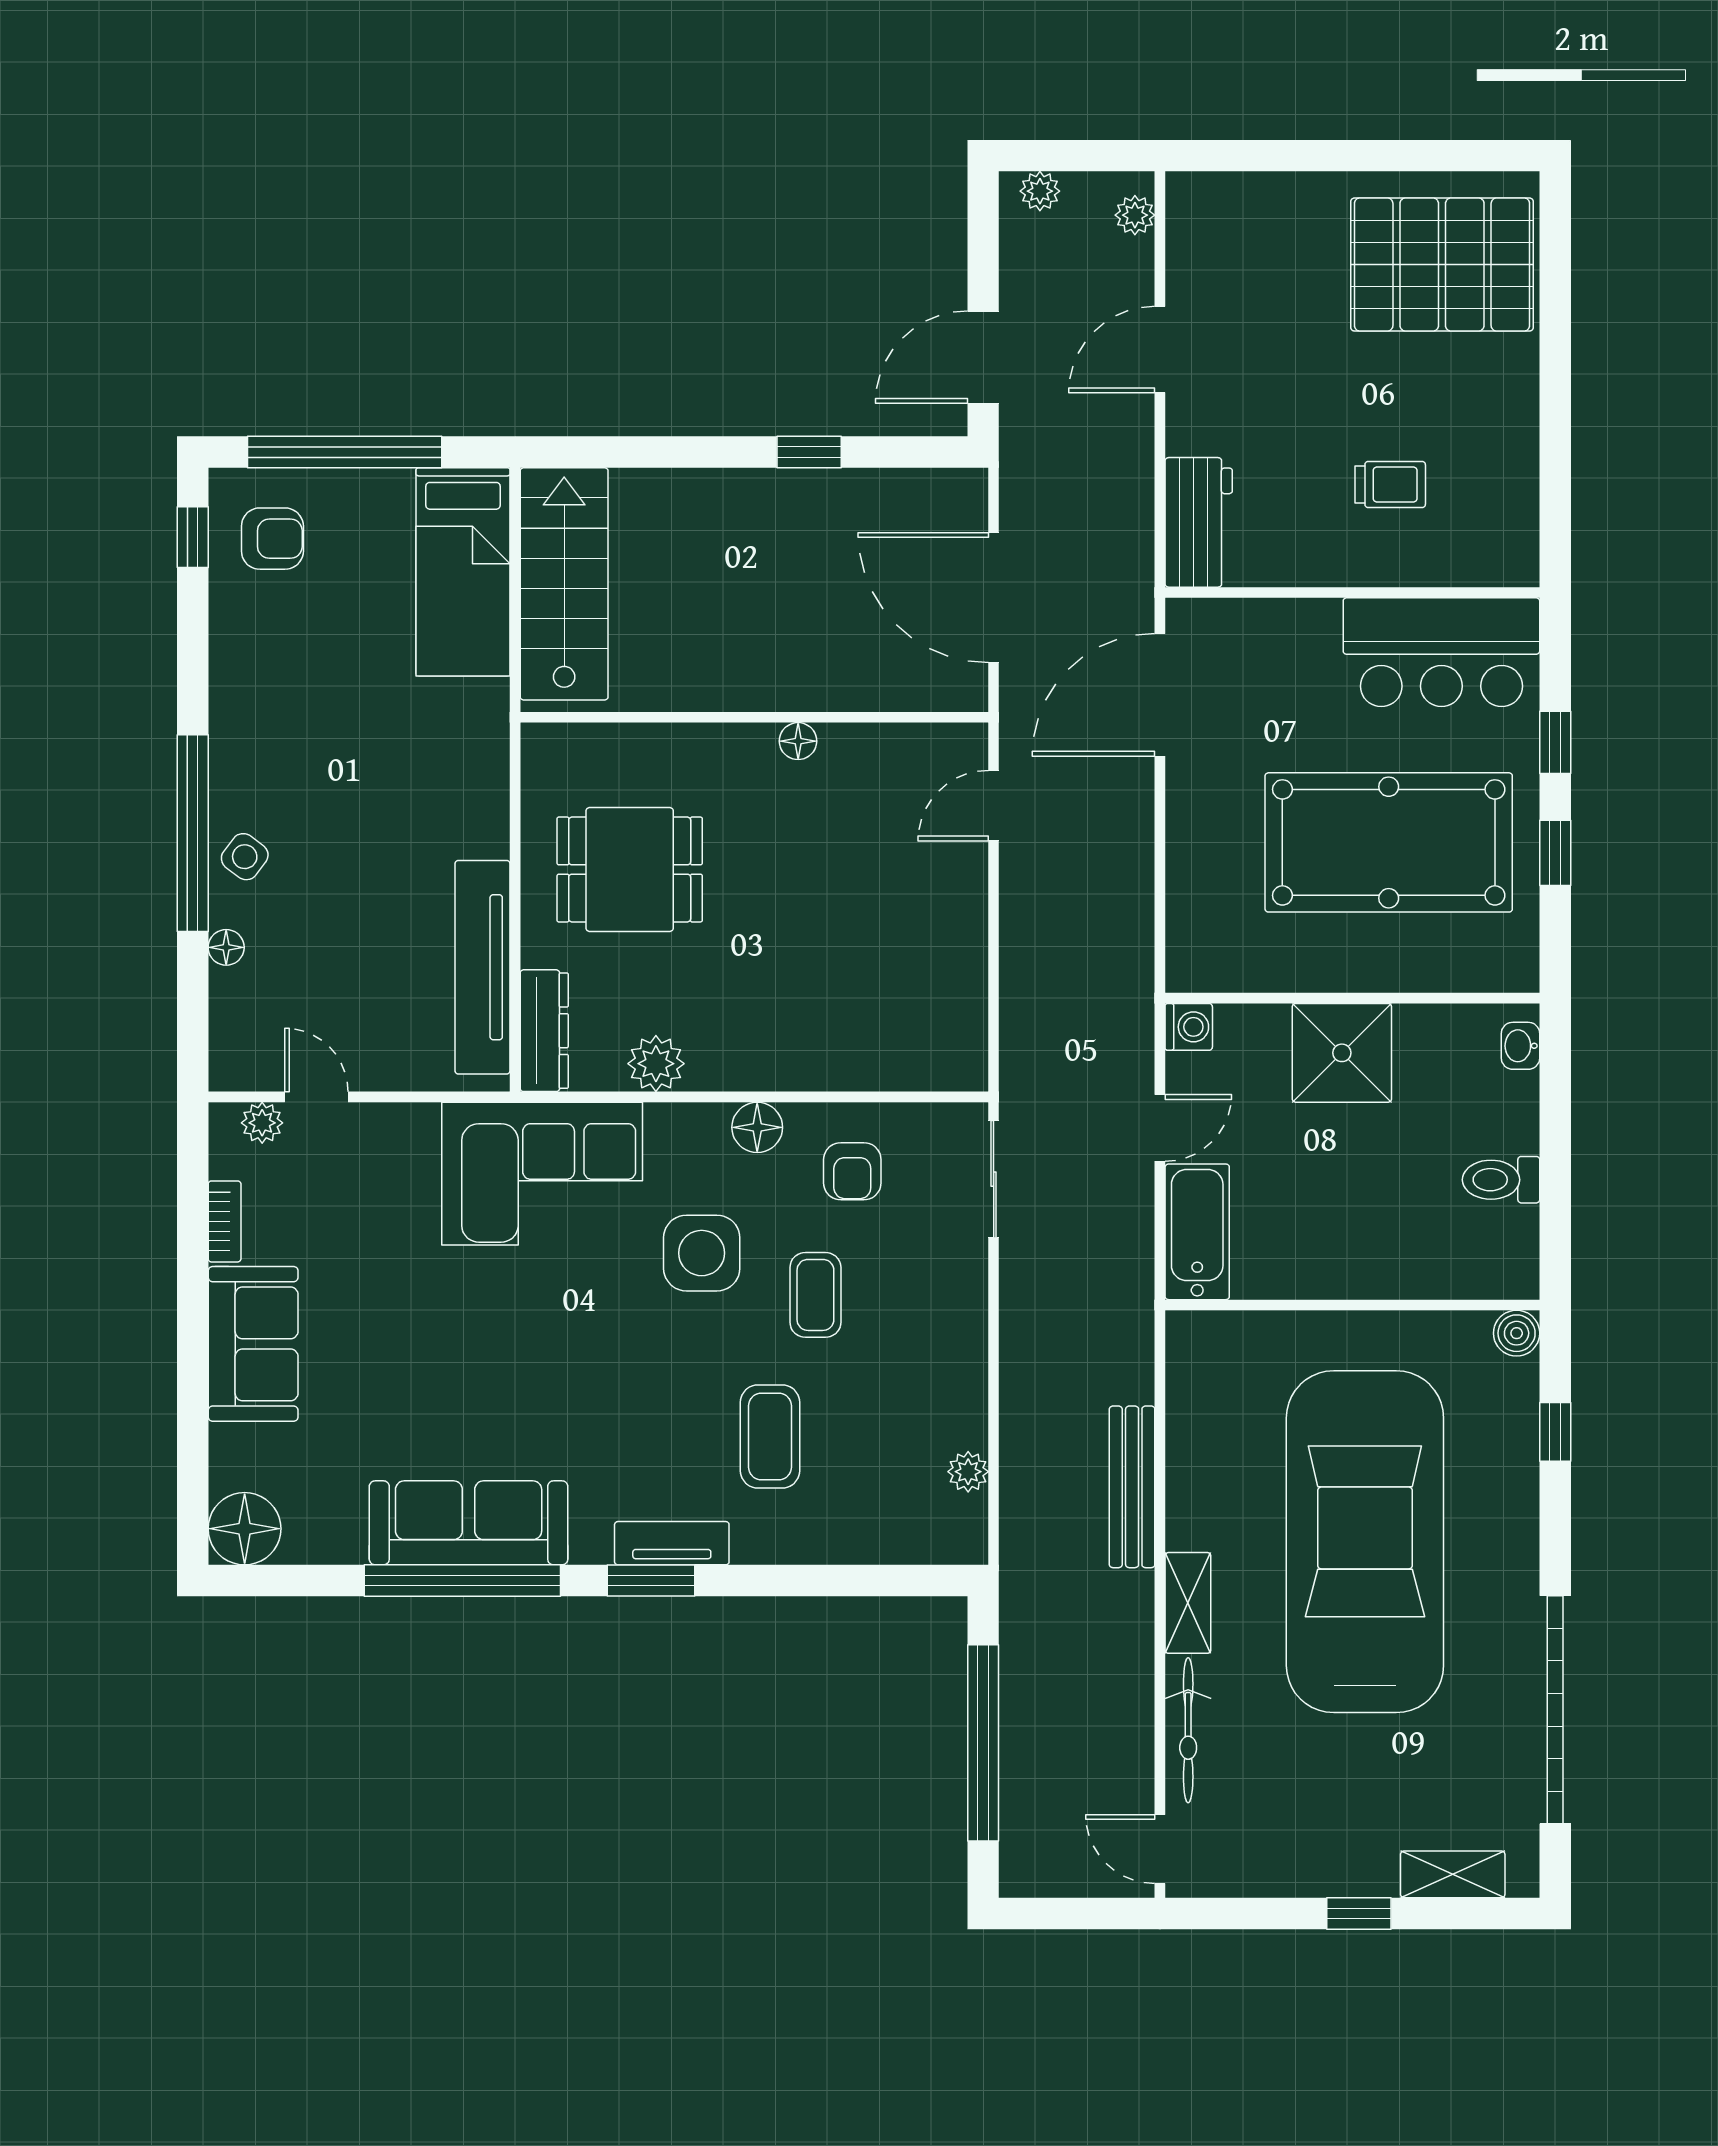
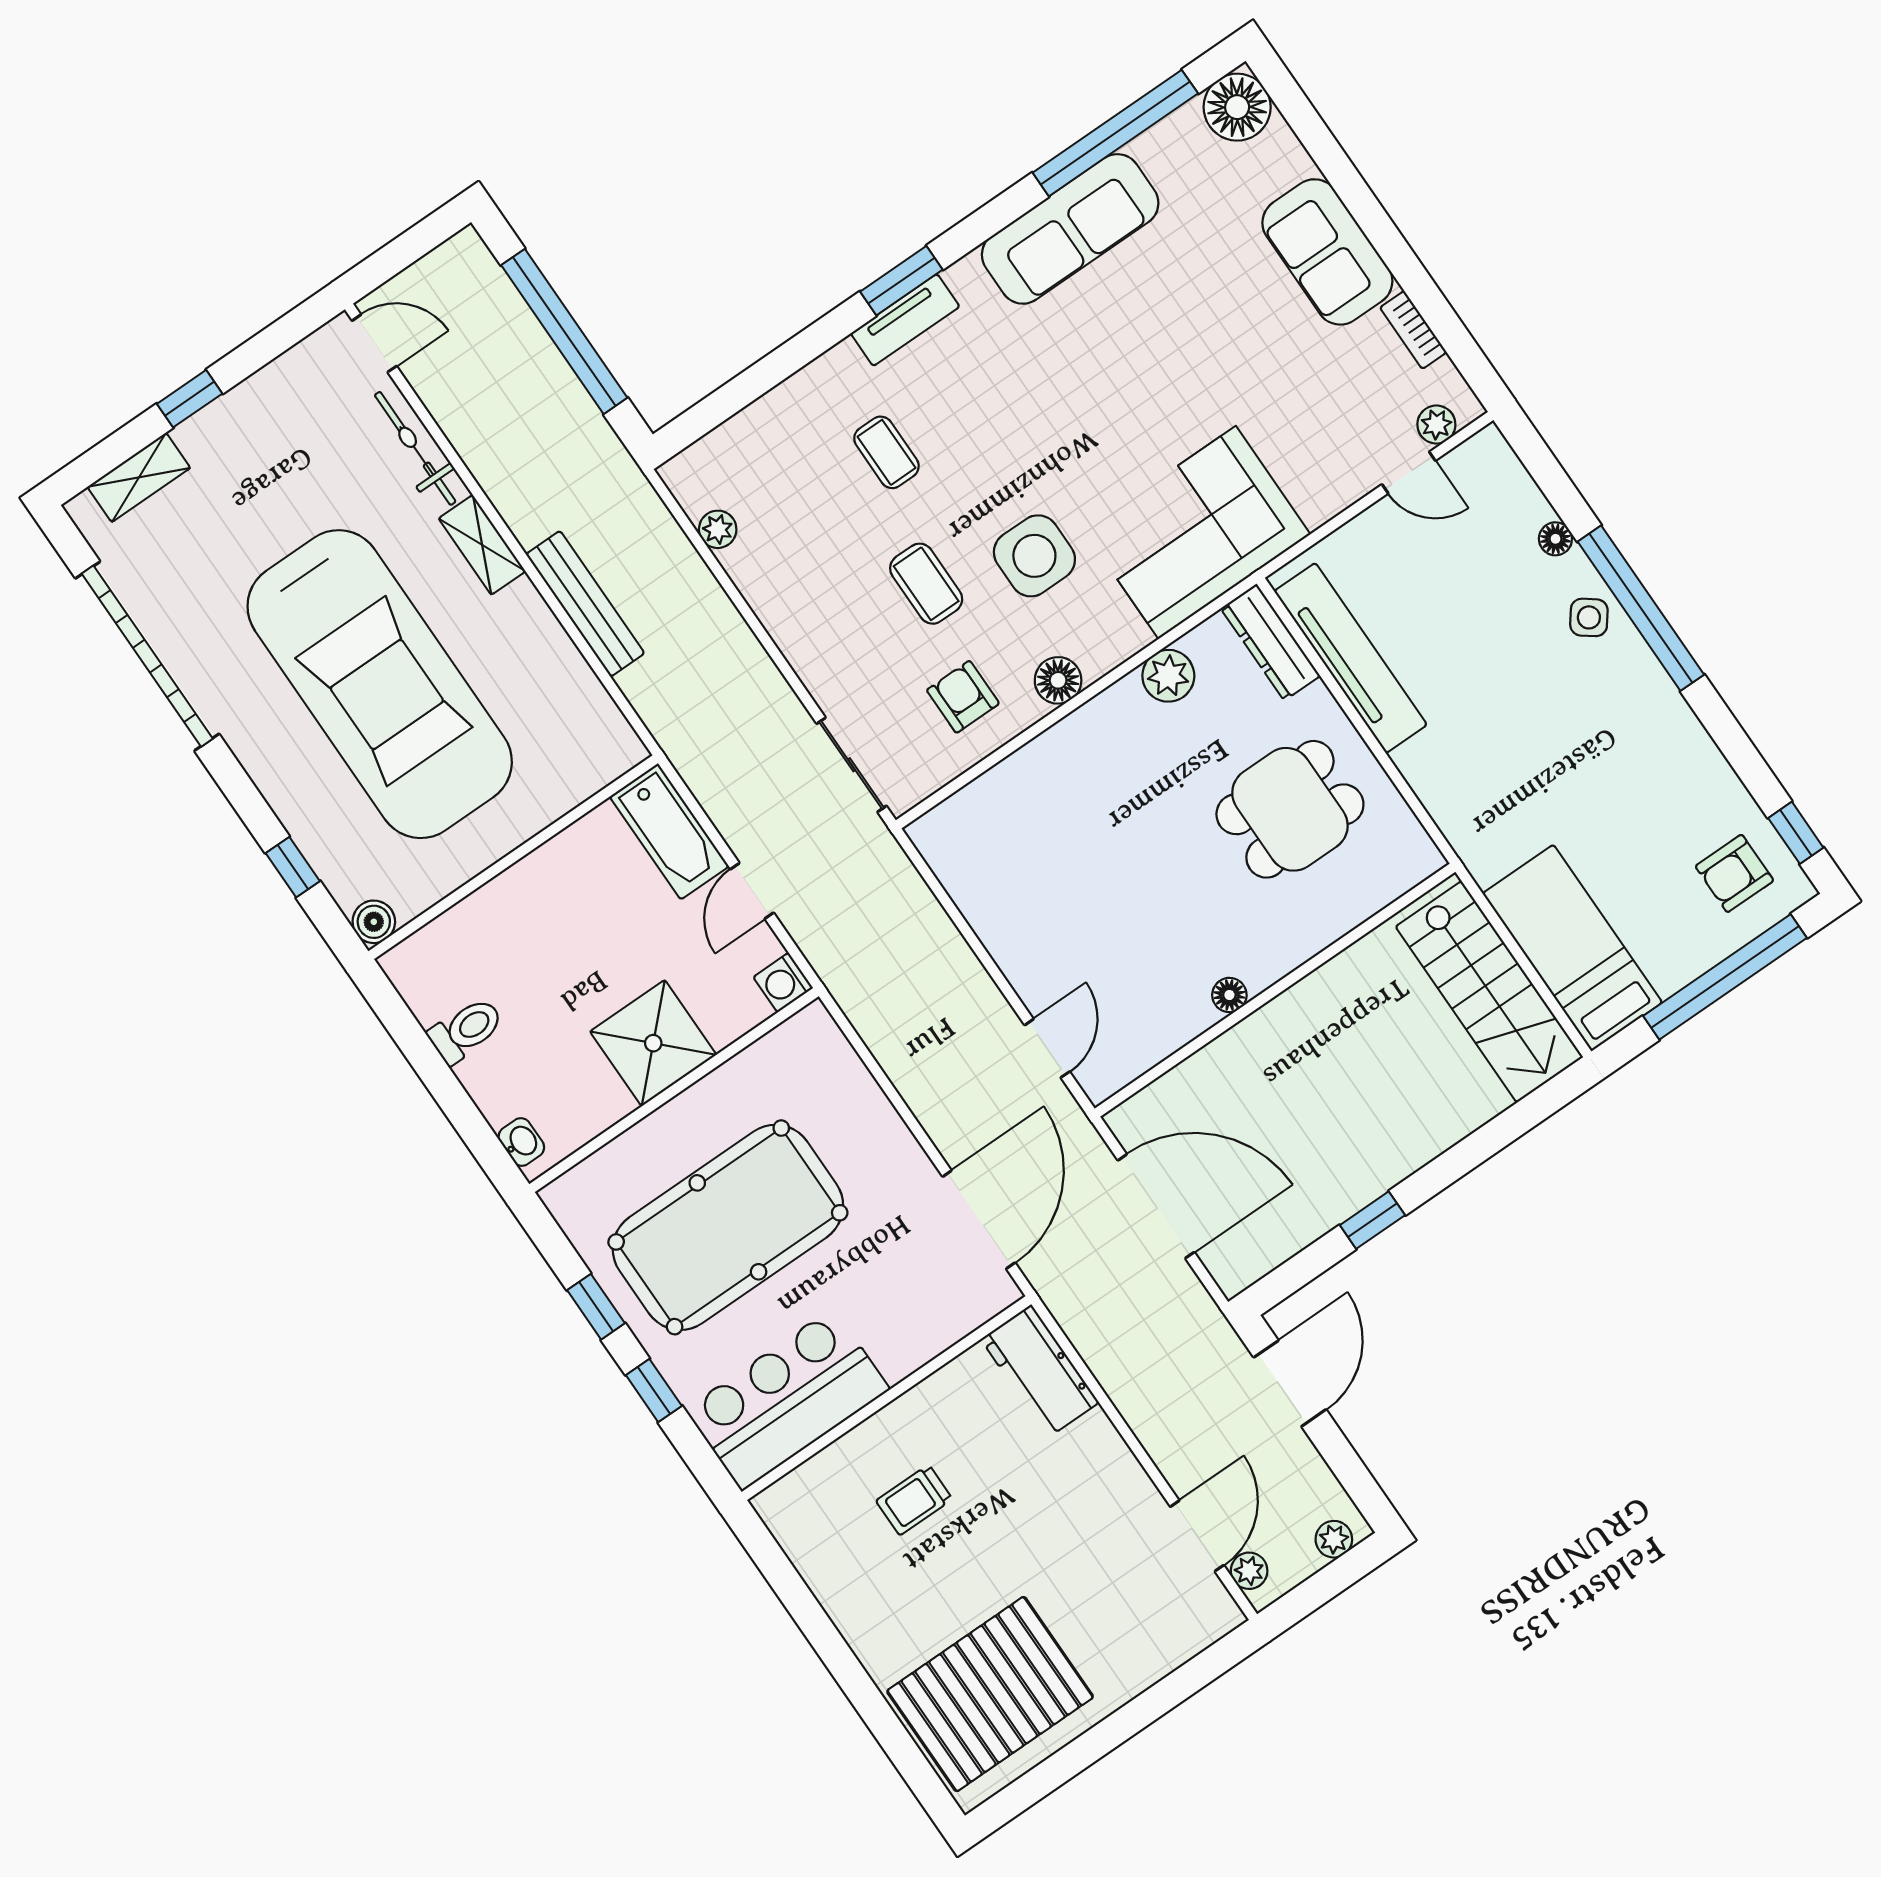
door: (1160, 350) -> (1197, 1536), moved
coffee table: (770, 1437) -> (886, 452), width x0.73, depth x0.77
window: (462, 1581) -> (1115, 133), moved

